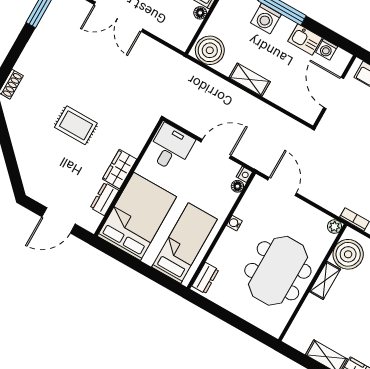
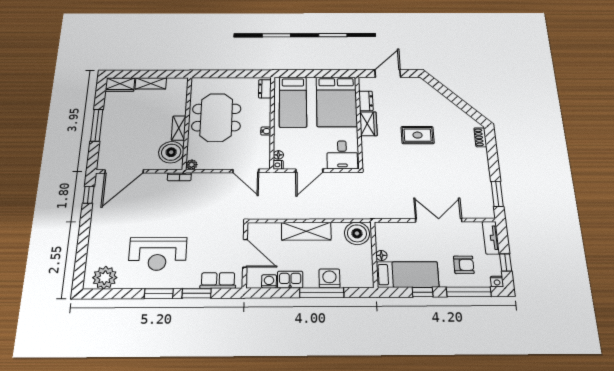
shelving: (250, 80) -> (306, 231), width x1.50, depth x1.33

